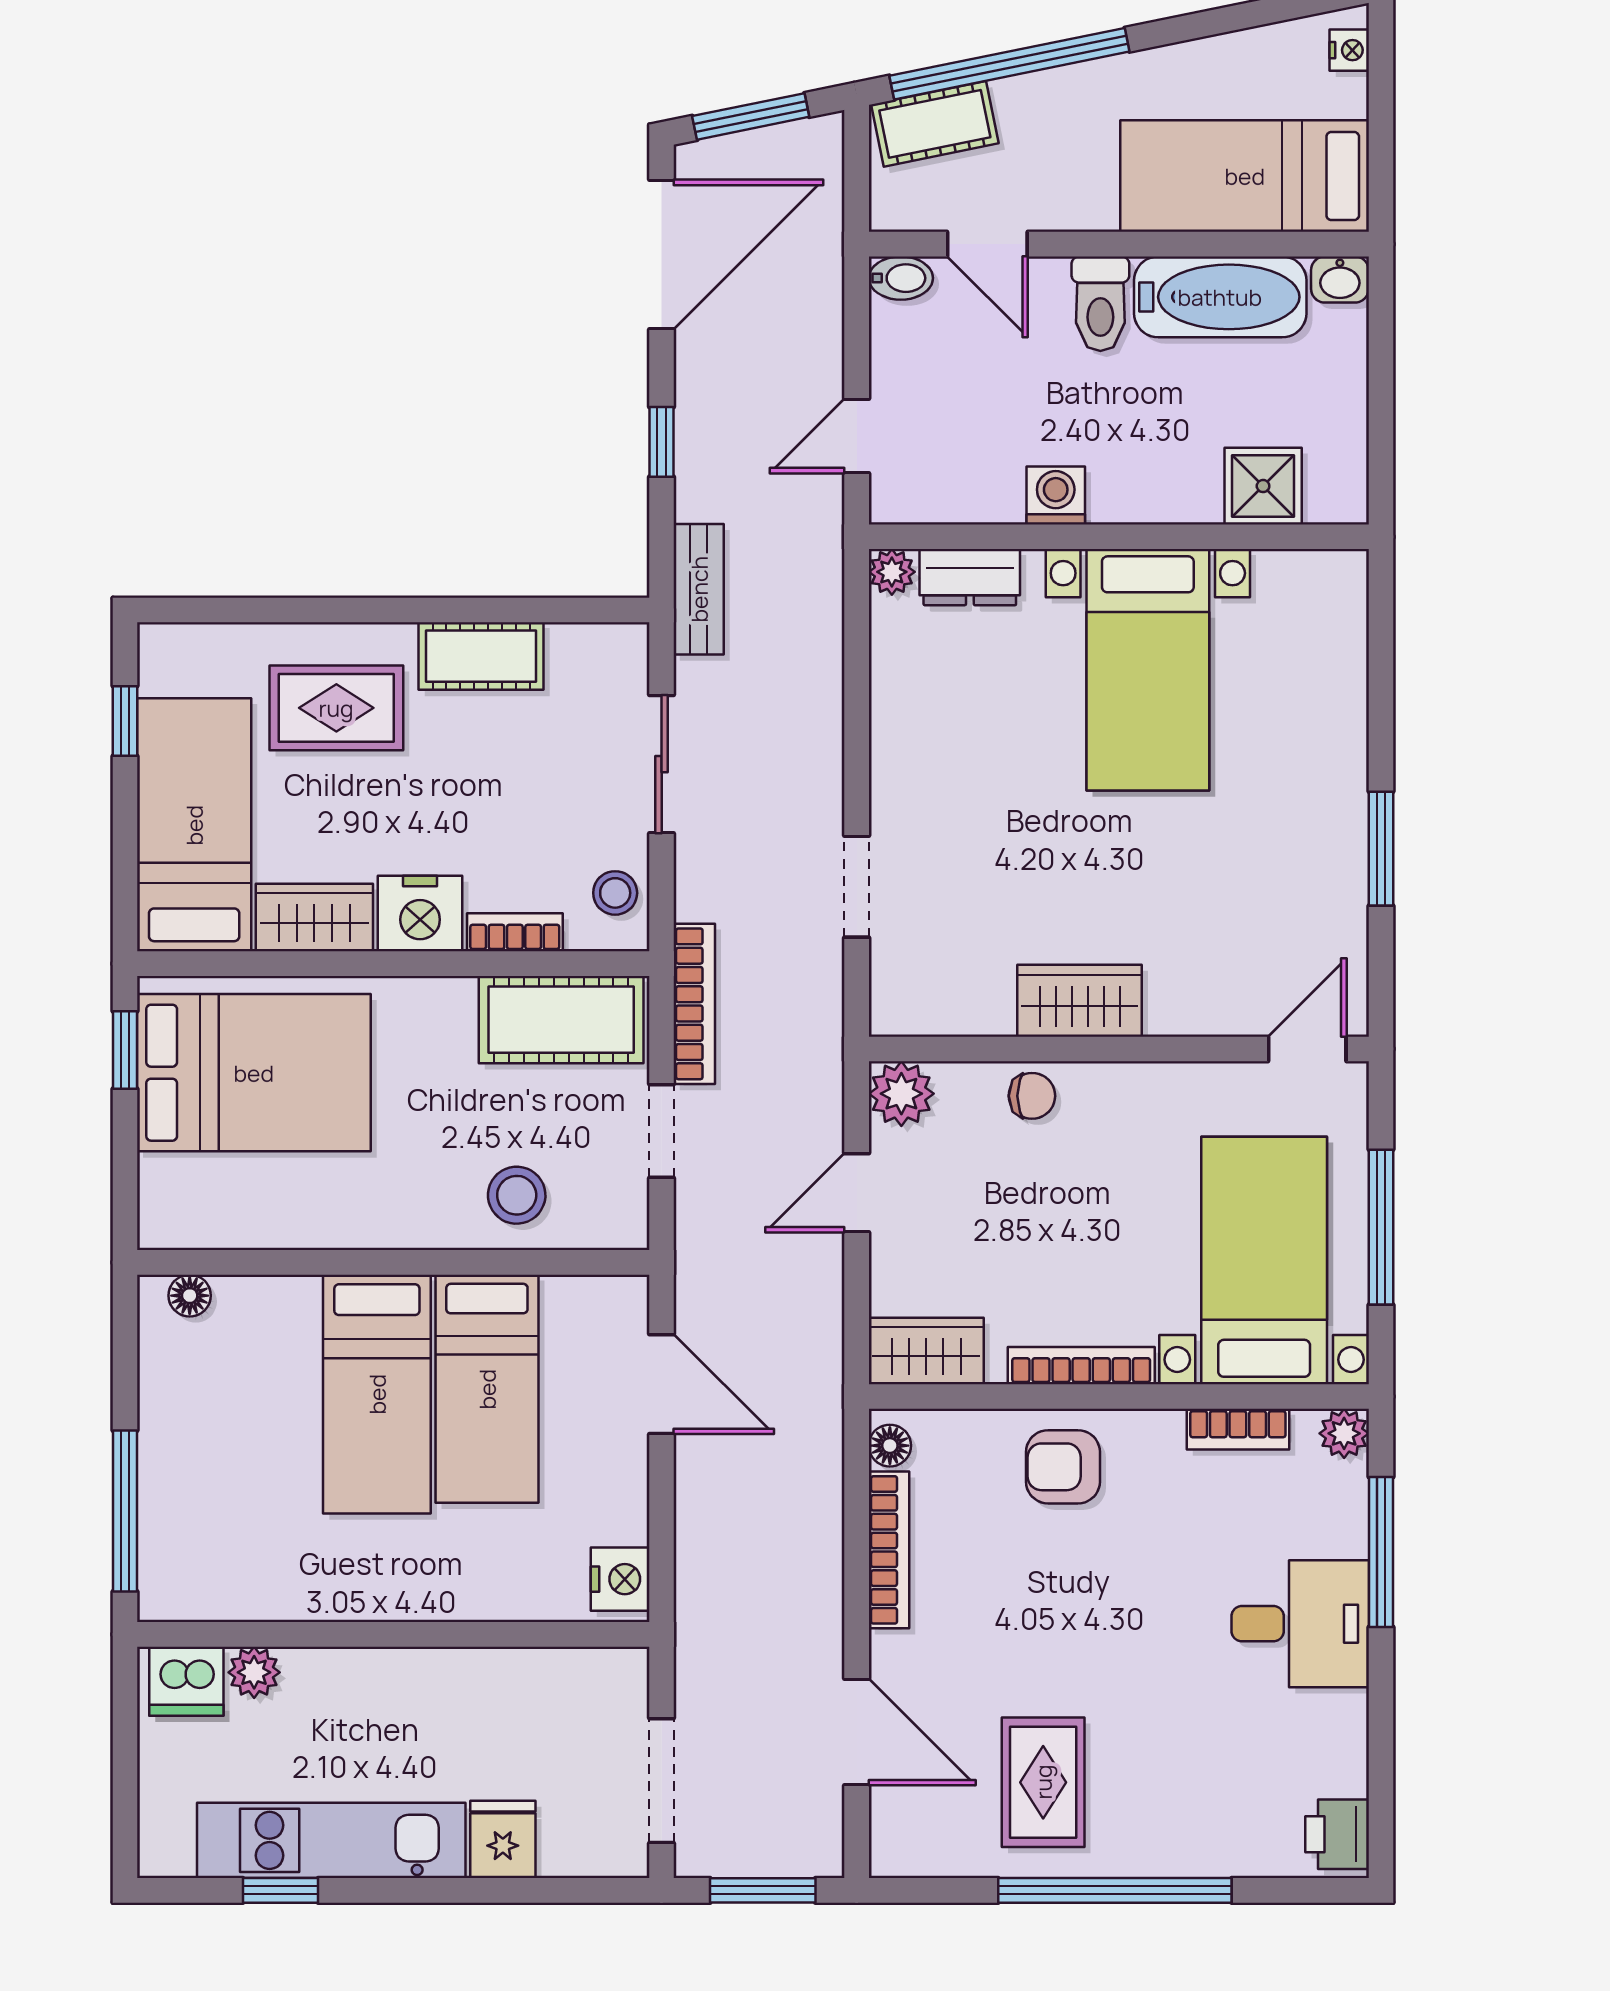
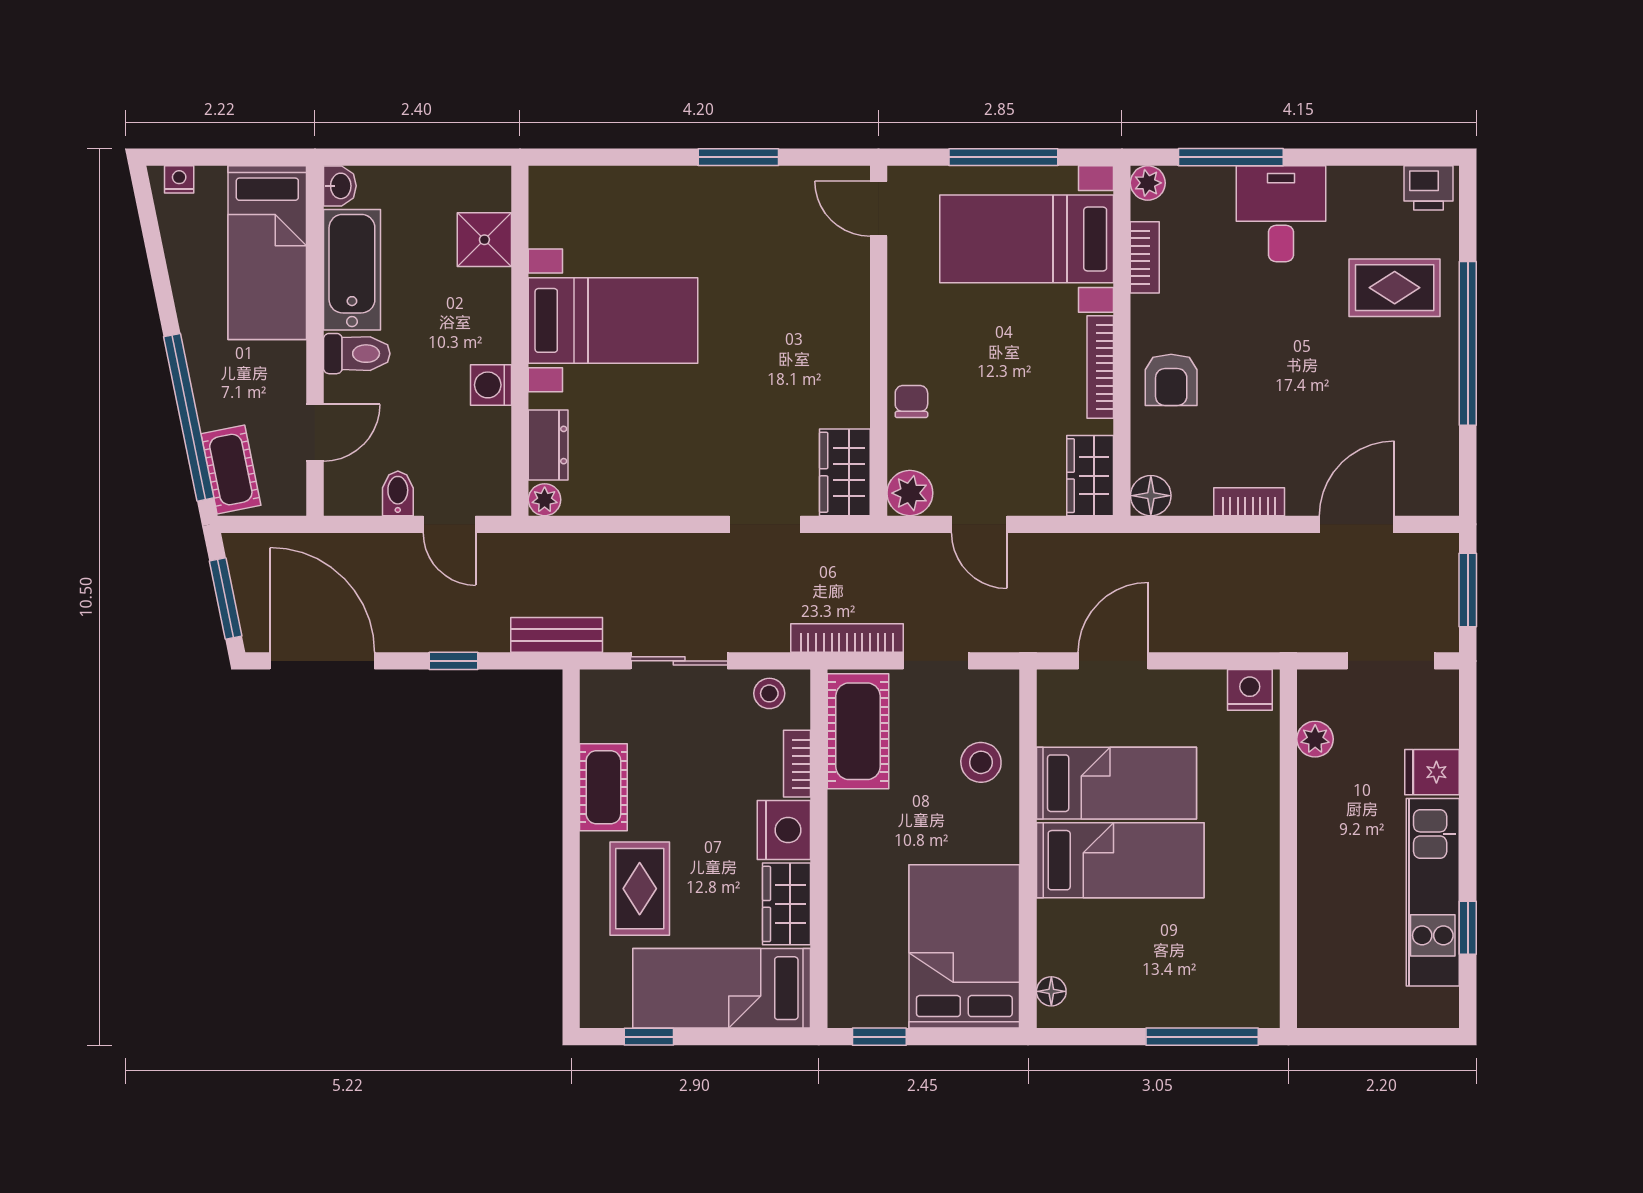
bidet: (901, 278) -> (398, 493), moved
wardrobe: (1080, 1001) -> (845, 472), moved
bed: (254, 1073) -> (964, 946), moved
floor lamp: (890, 1446) -> (1151, 496), width x1.37, depth x1.37
bookcase: (889, 1550) -> (1249, 502), width x0.64
plant: (254, 1672) -> (1315, 739), moved
dishwasher: (186, 1681) -> (1321, 994), removed
rug: (1043, 1782) -> (1395, 288), moved

